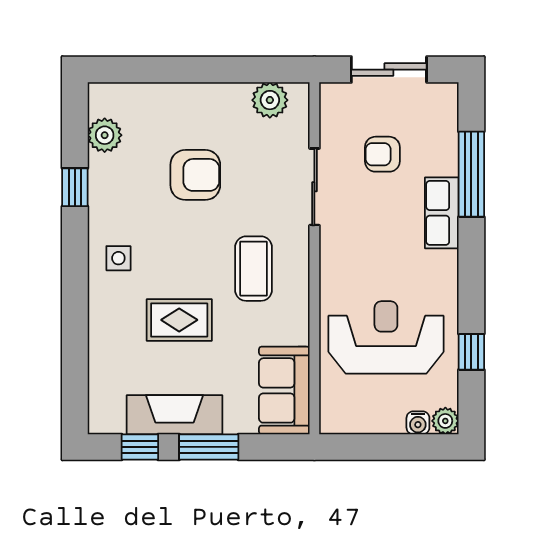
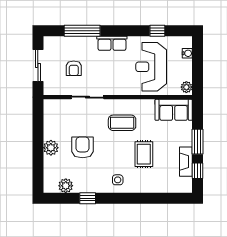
plant: (270, 100) -> (51, 148), moved
row of seats: (442, 213) -> (112, 43), moved
fireplace: (175, 415) -> (186, 162), width x0.73, depth x0.76
plant: (445, 421) -> (186, 87), moved

